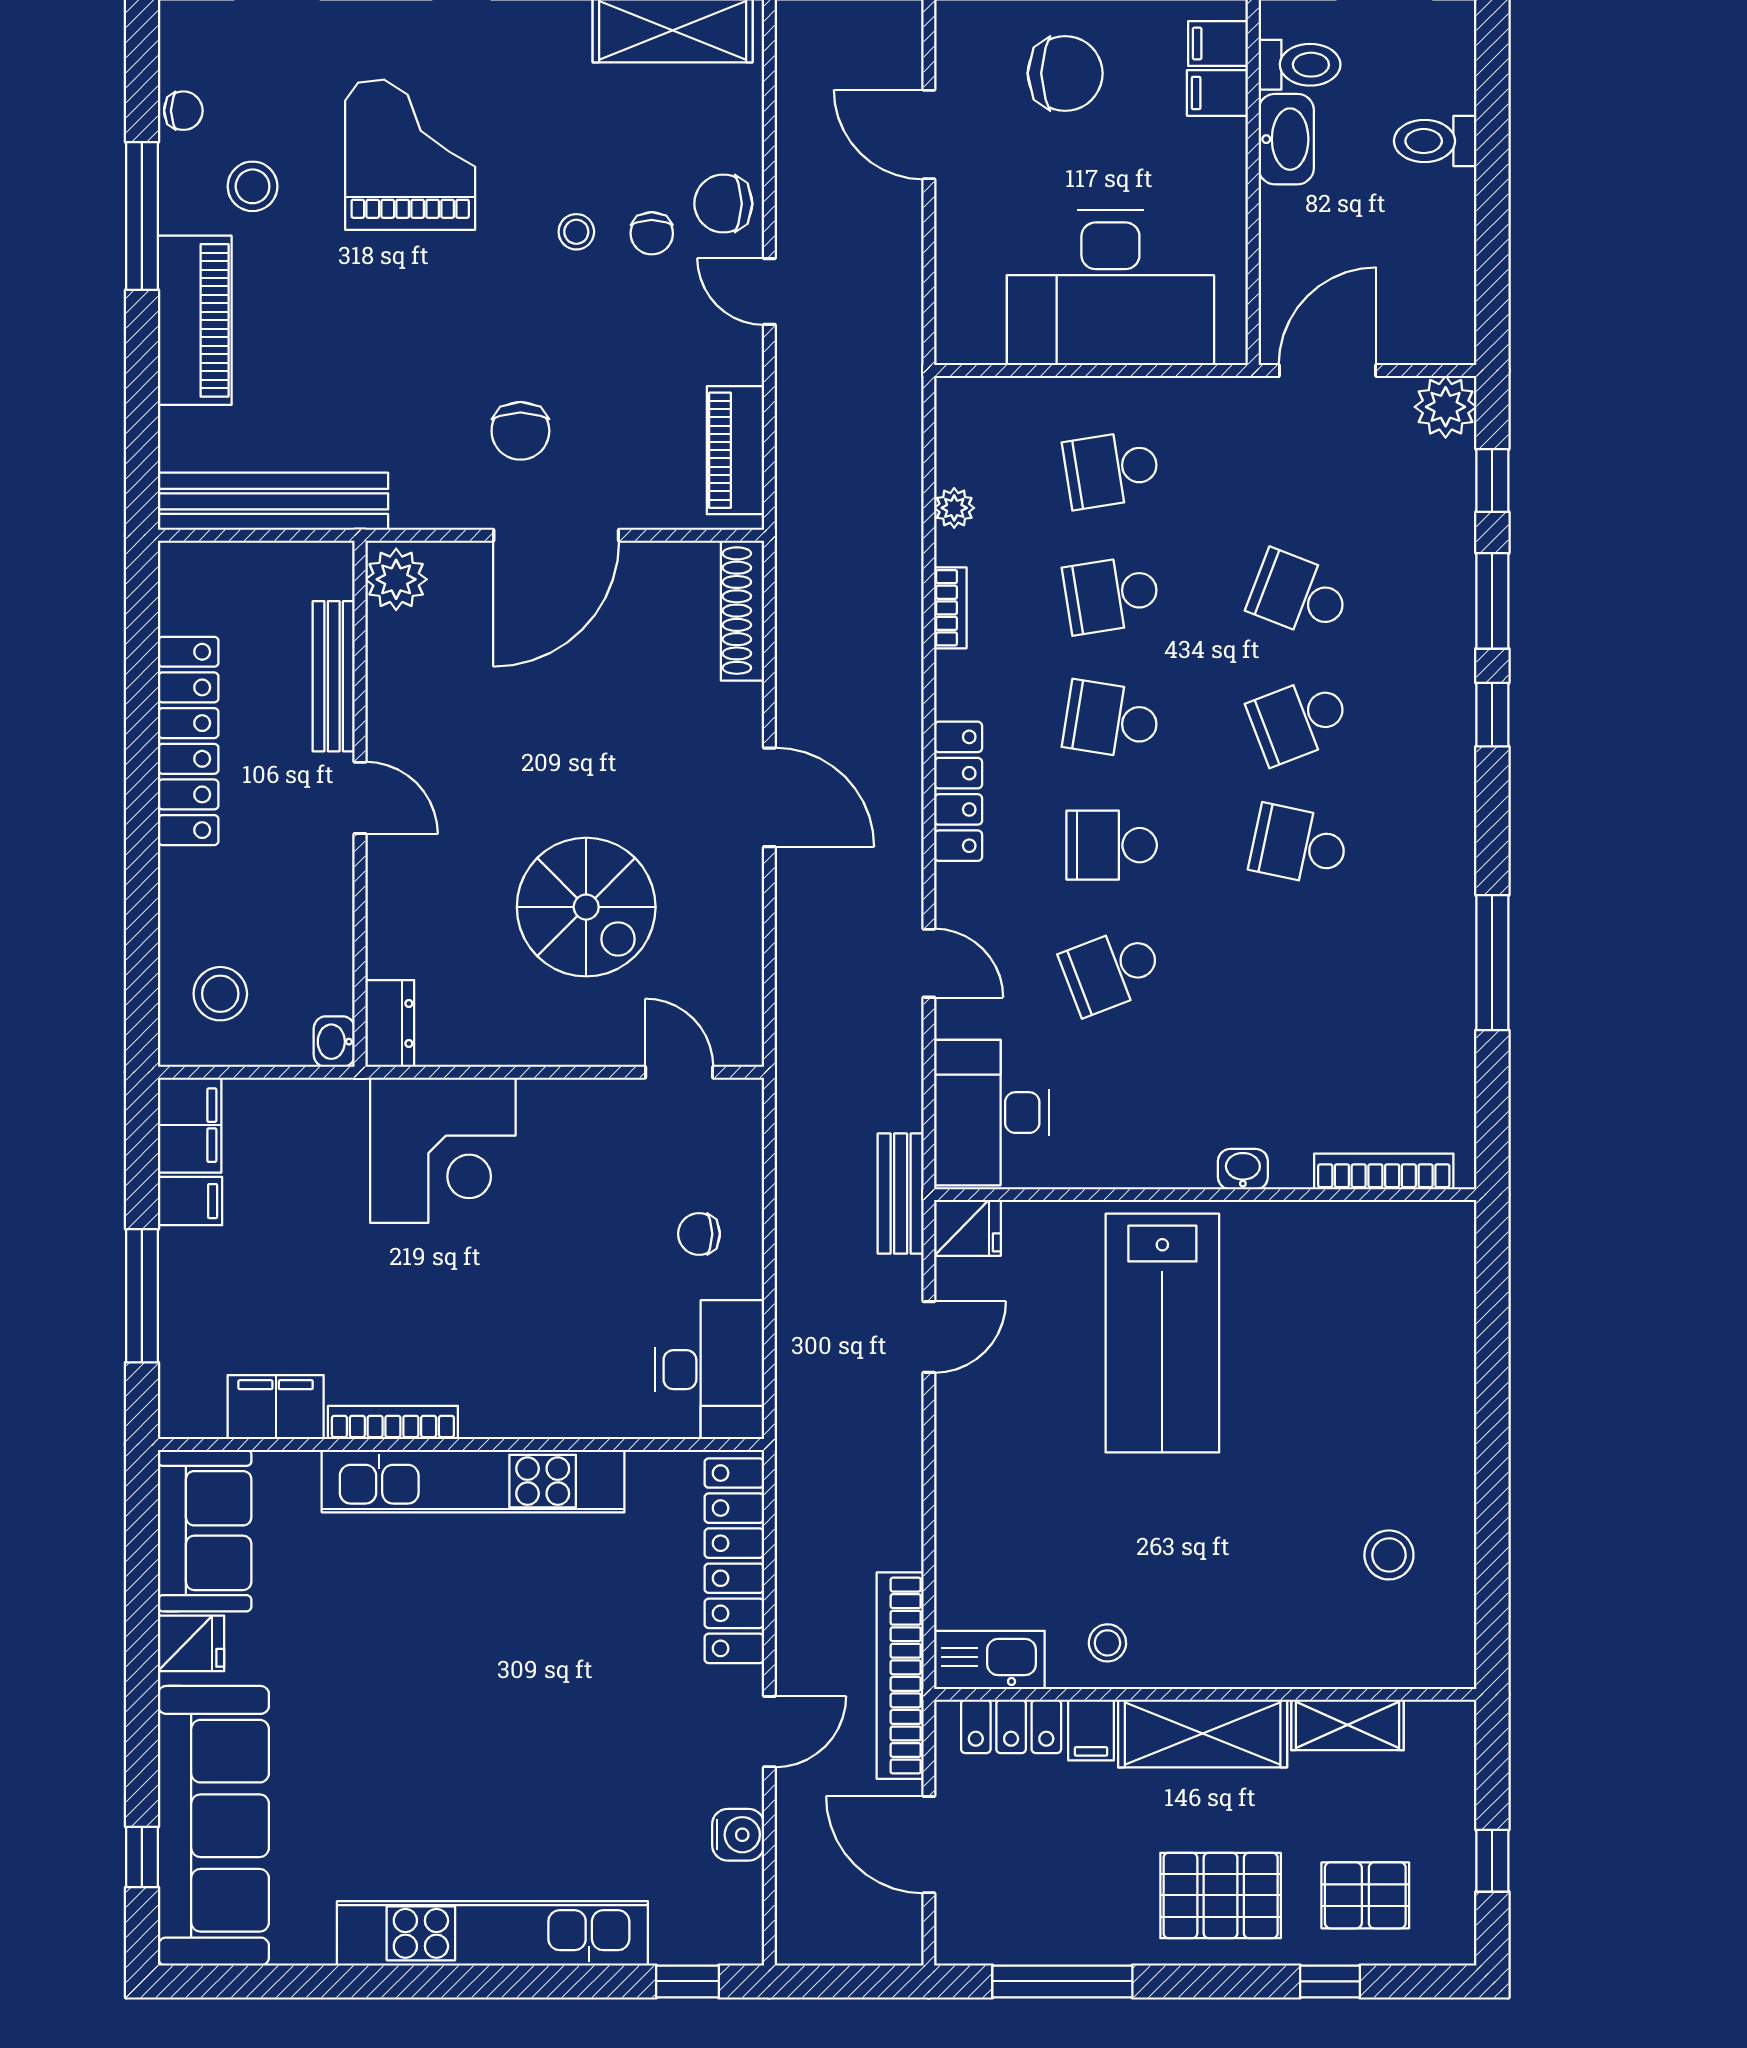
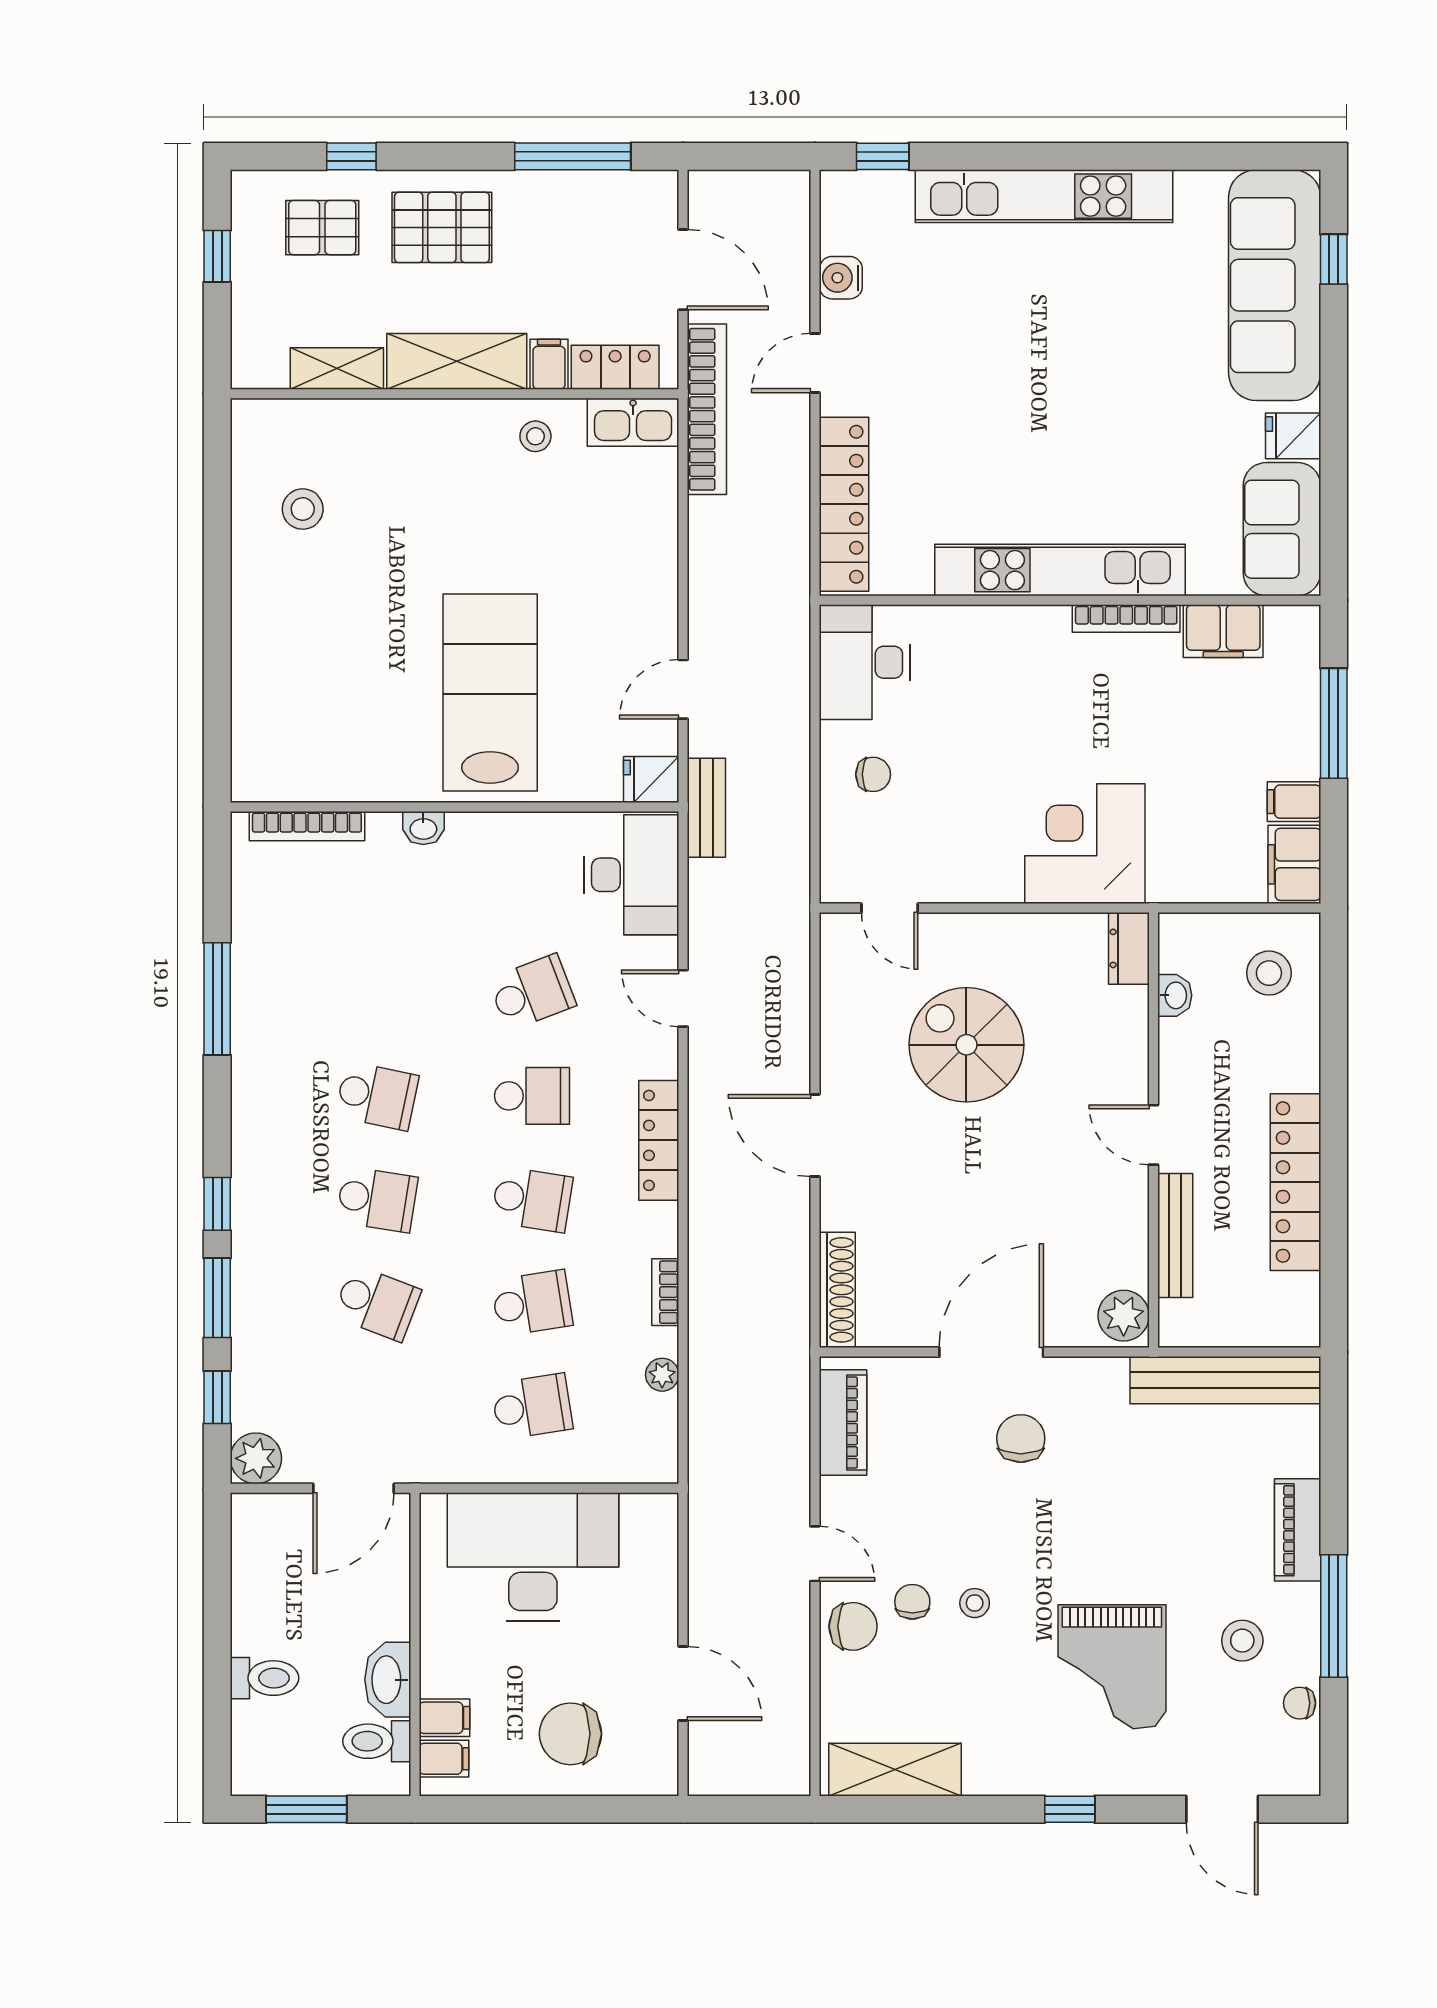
piano: (195, 320) -> (1298, 1530), width x0.73, depth x0.75
school desk: (1299, 720) -> (377, 1199), turned 30
washbasin: (334, 1042) -> (1175, 995), moved

